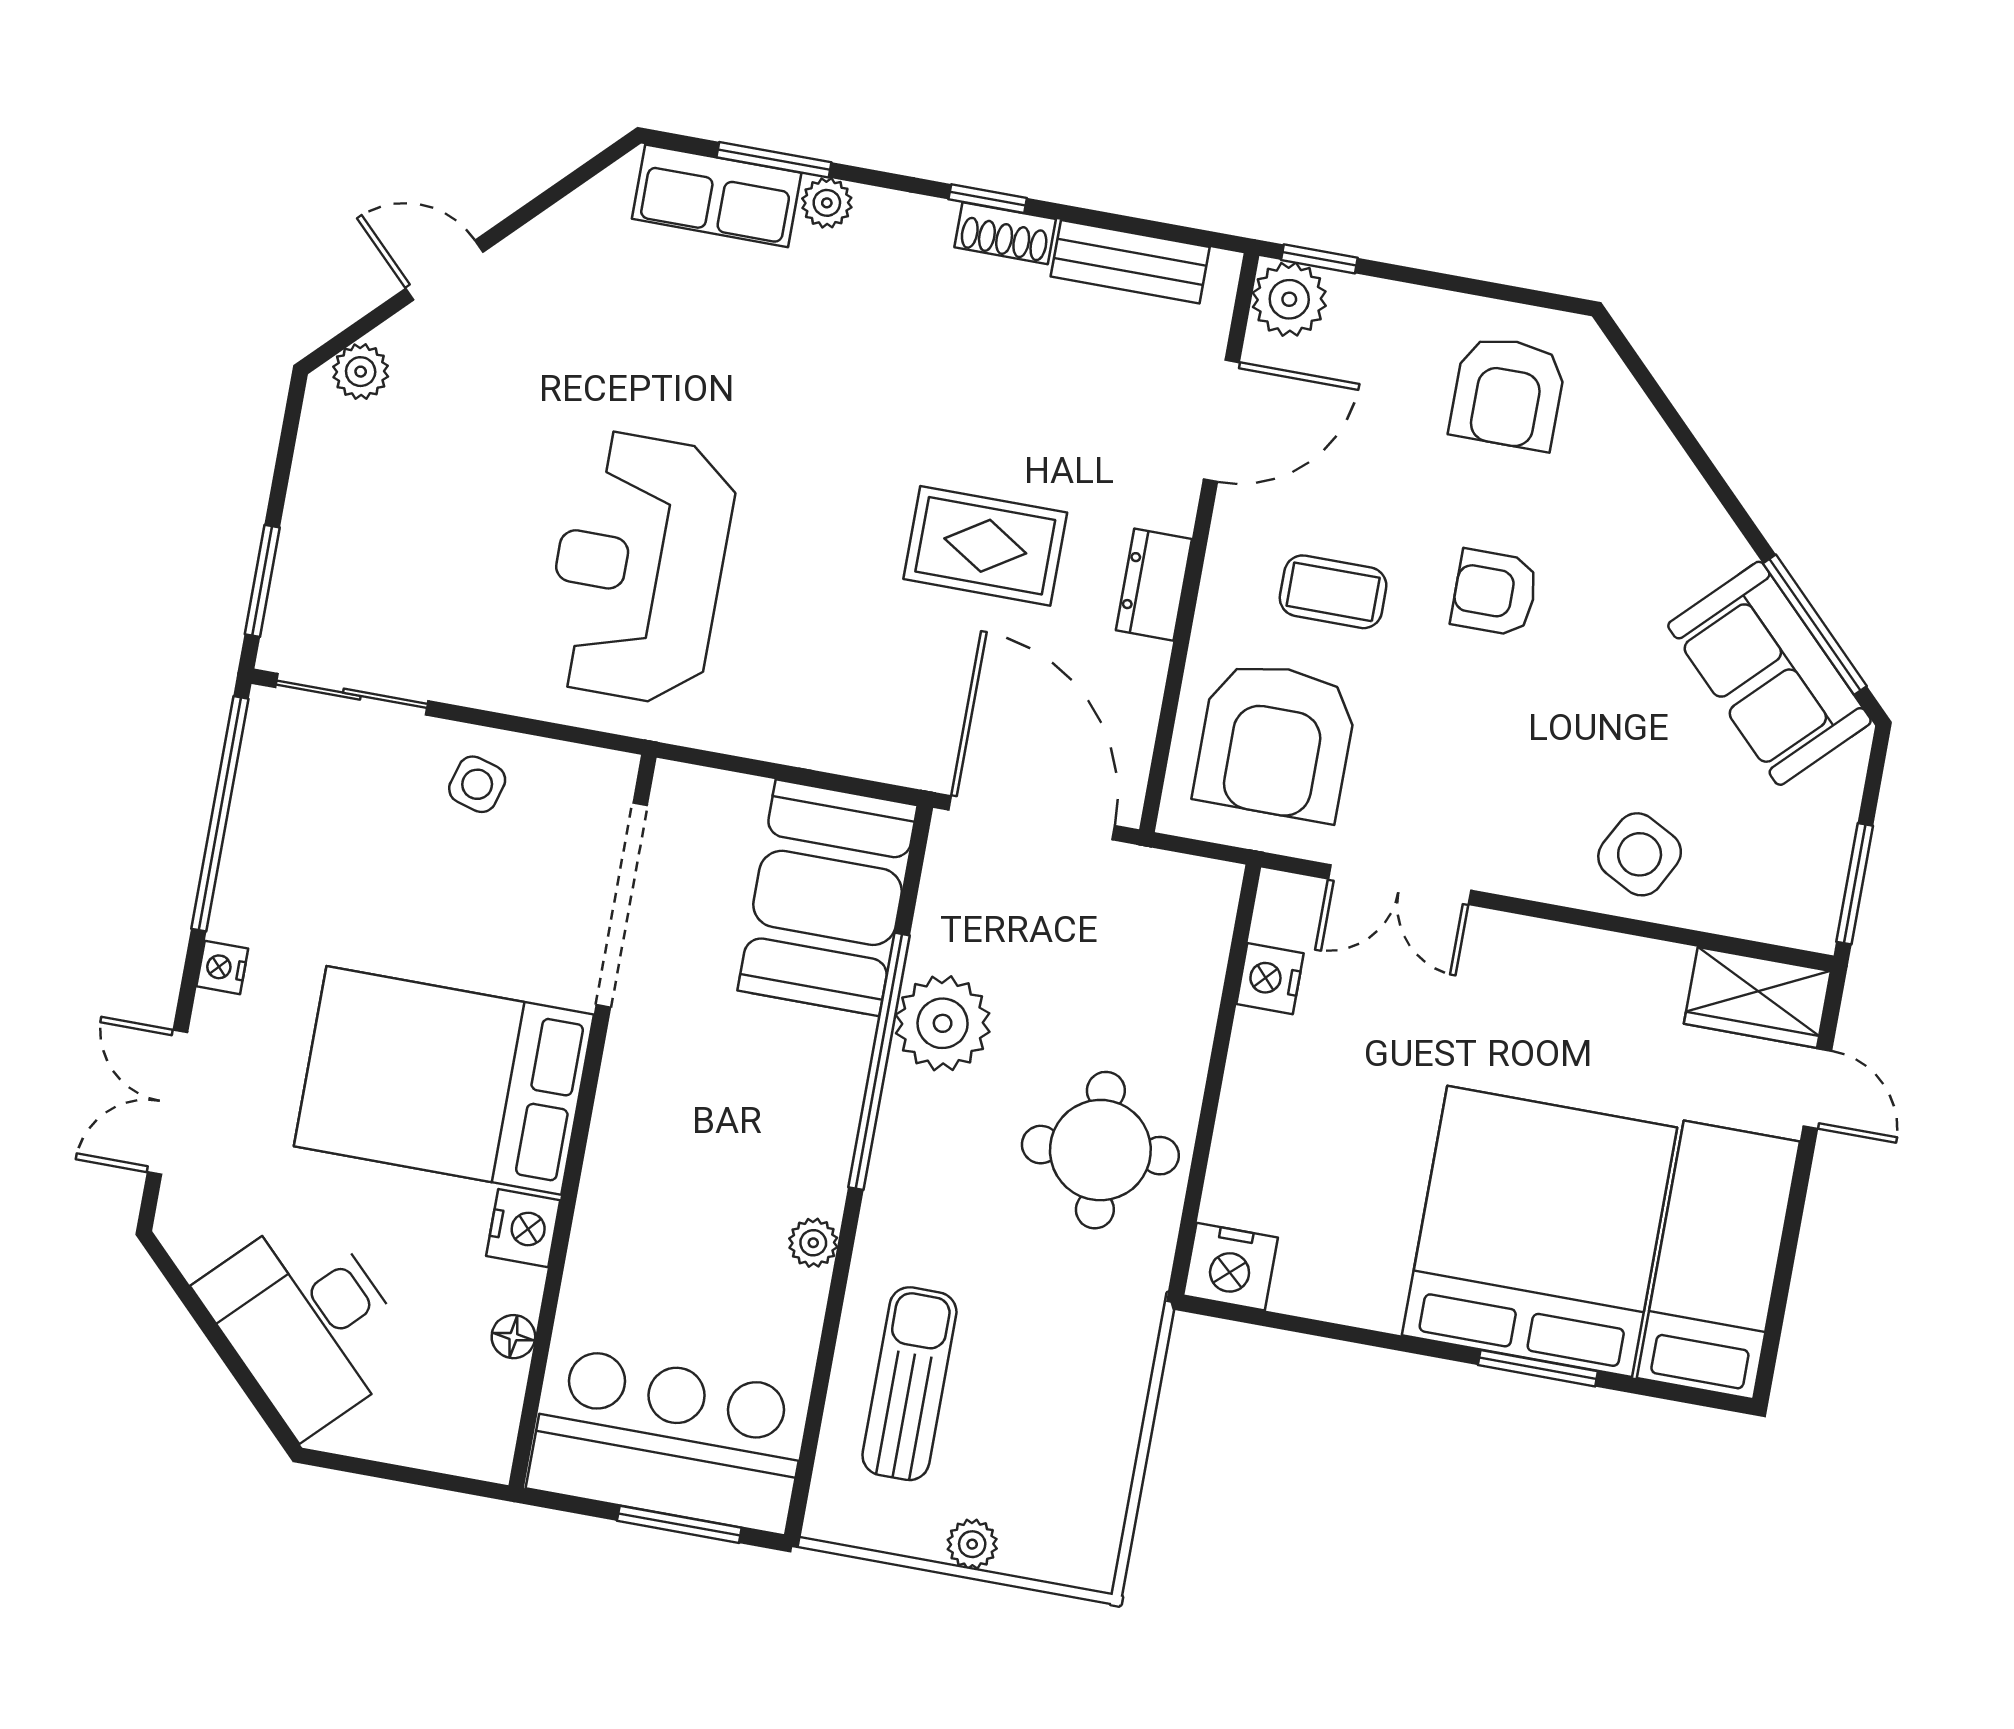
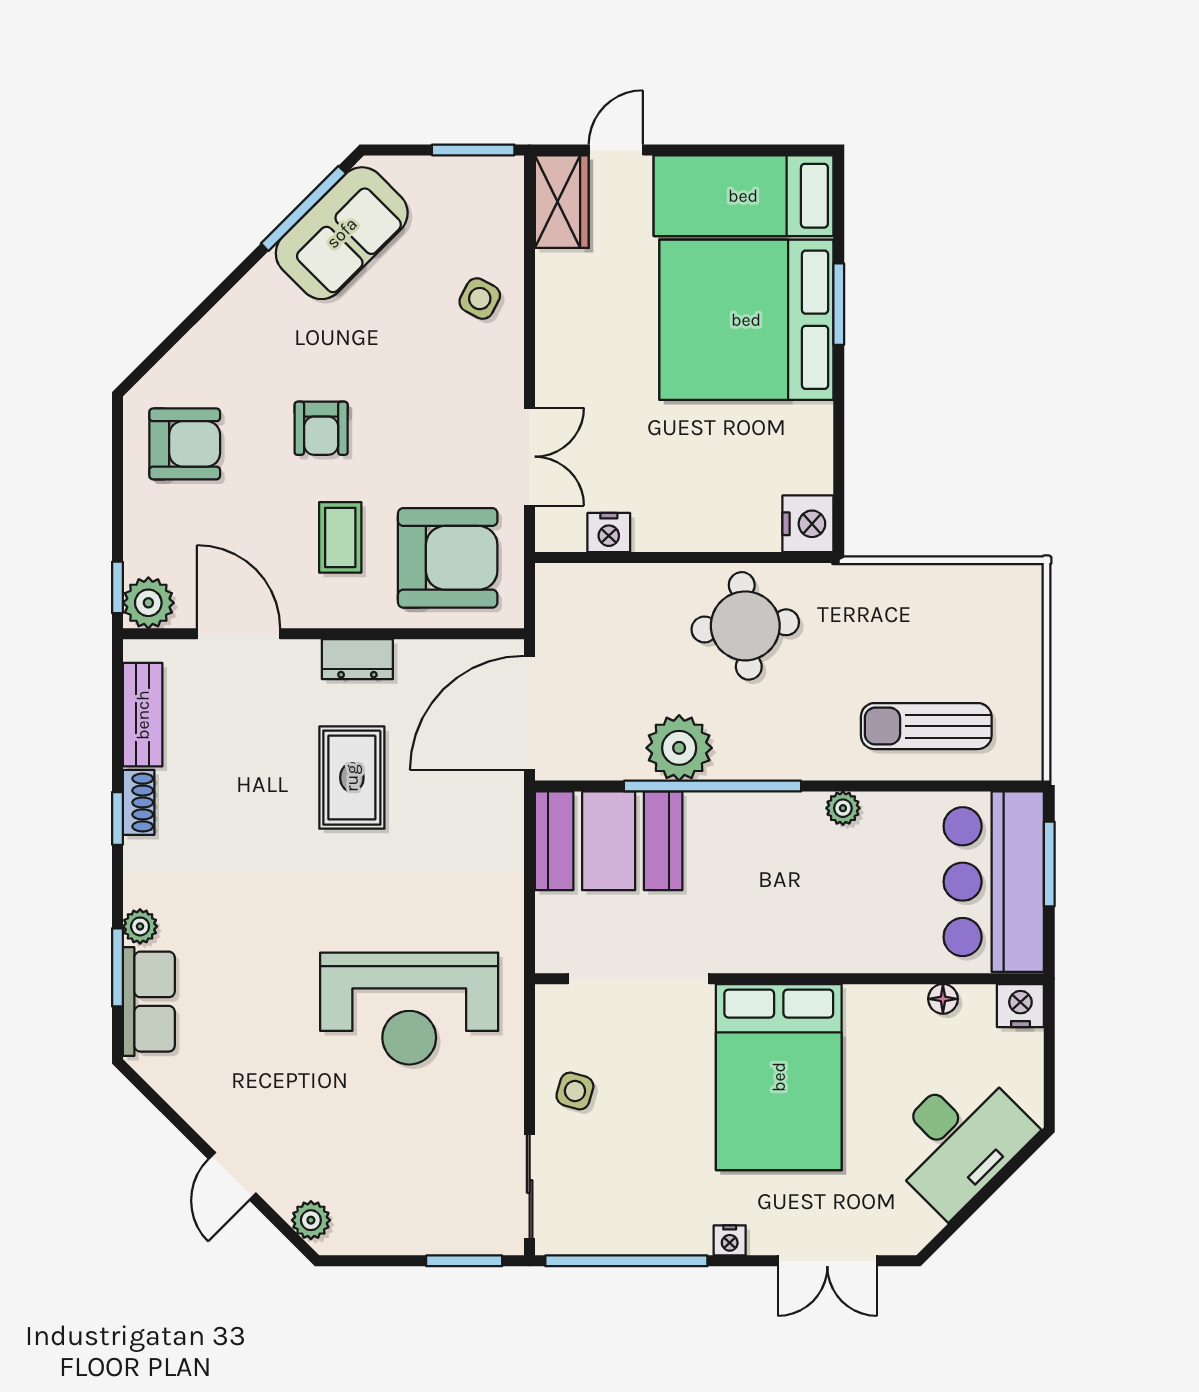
side table: (1640, 854) -> (480, 299), width x0.73, depth x0.73
nightstand: (523, 1228) -> (1020, 1006), moved
plant: (972, 1544) -> (1027, 664), removed

